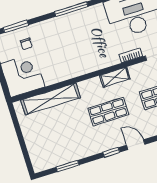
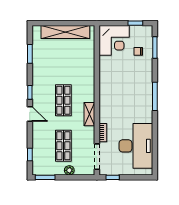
shelving: (51, 99) -> (65, 32), moved, turned 90
door: (136, 145) -> (30, 114), hinge flipped

